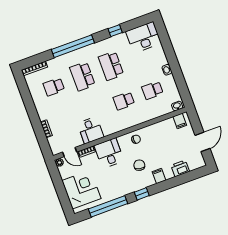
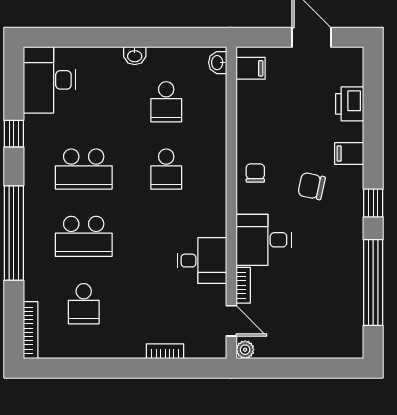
door: (70, 152) -> (231, 321), hinge flipped
corner desk: (81, 189) -> (318, 325), removed

